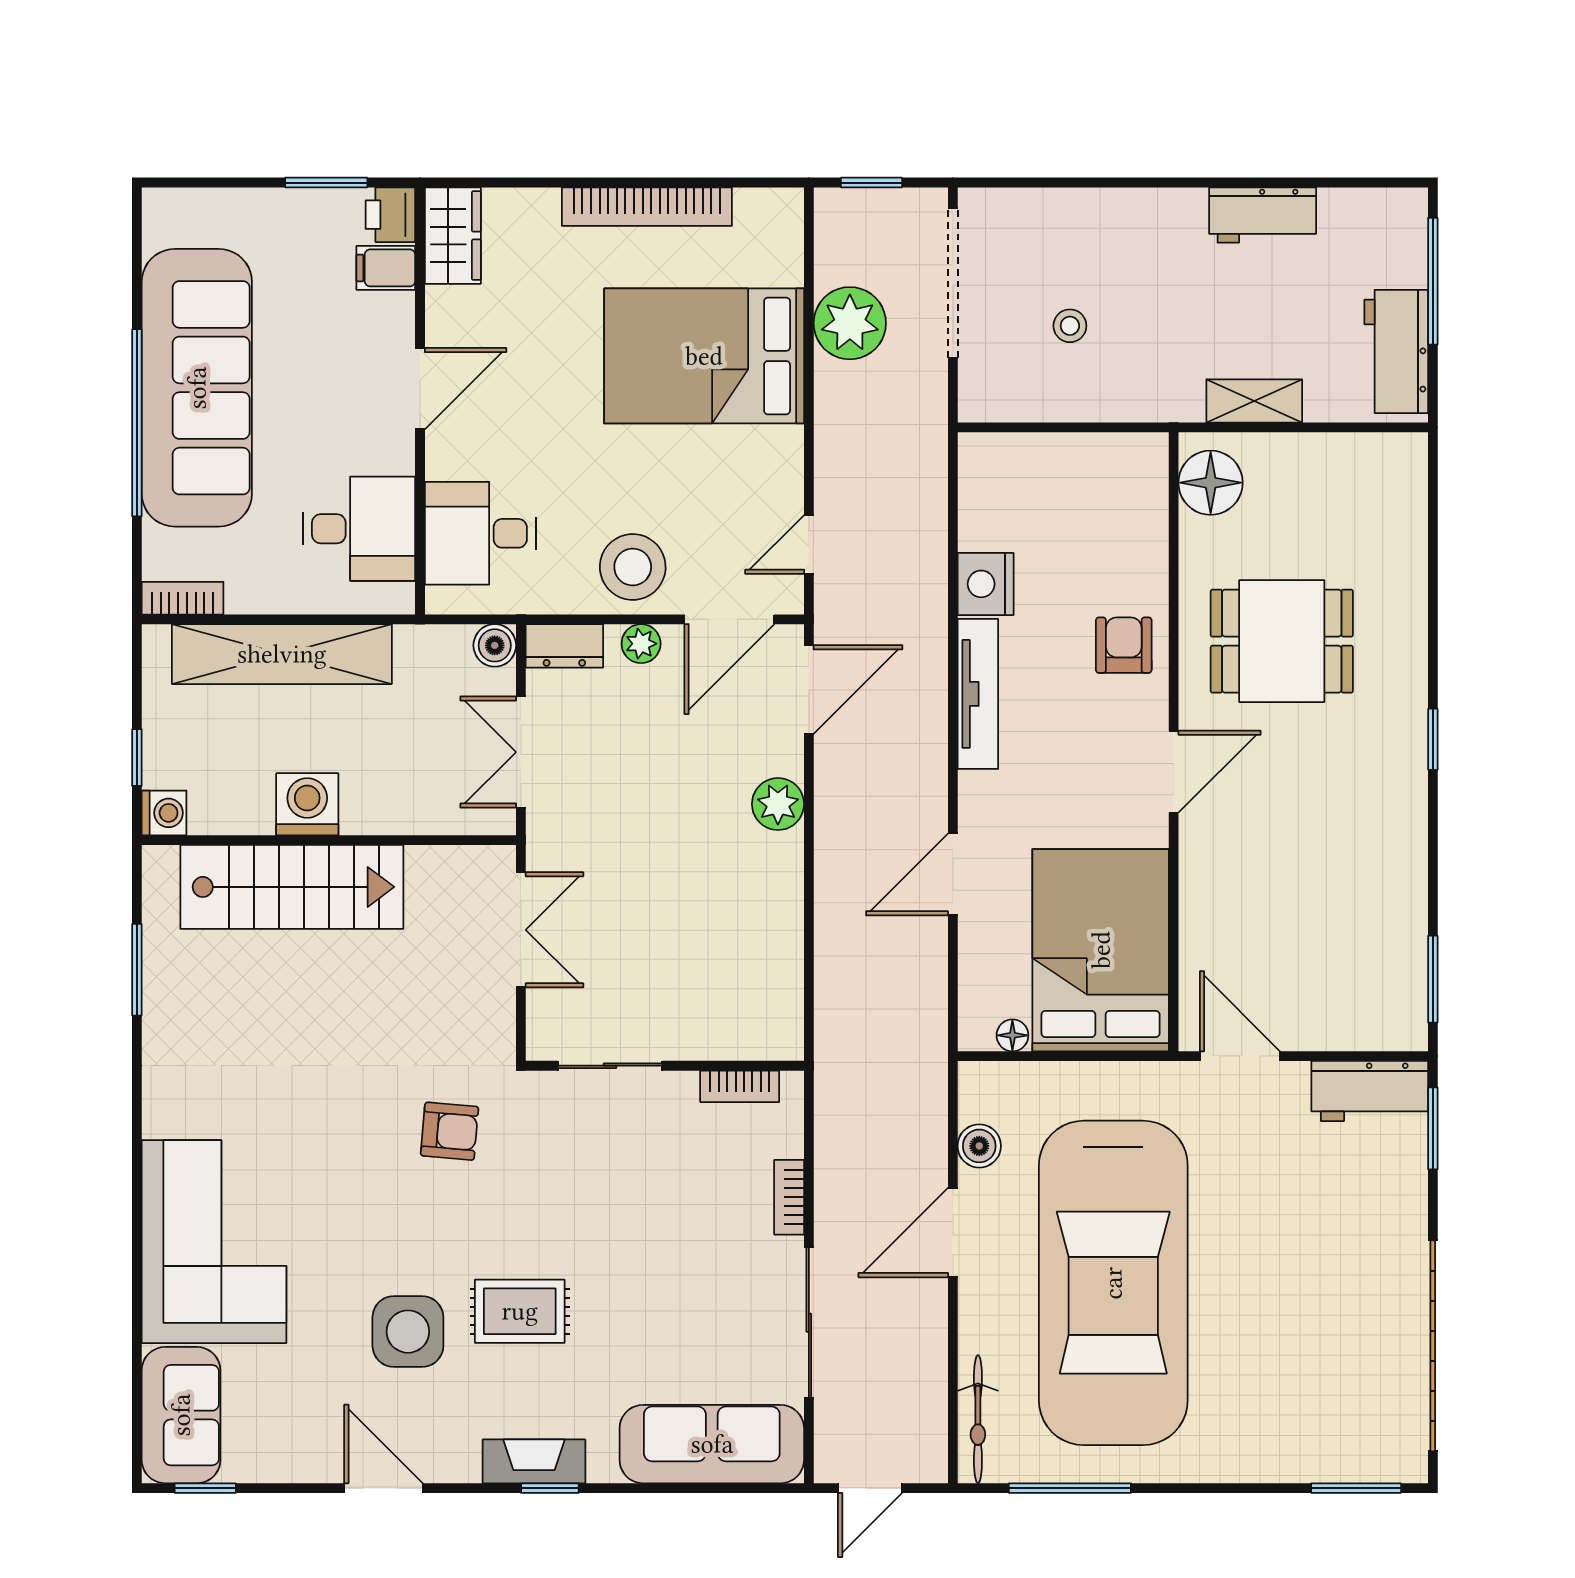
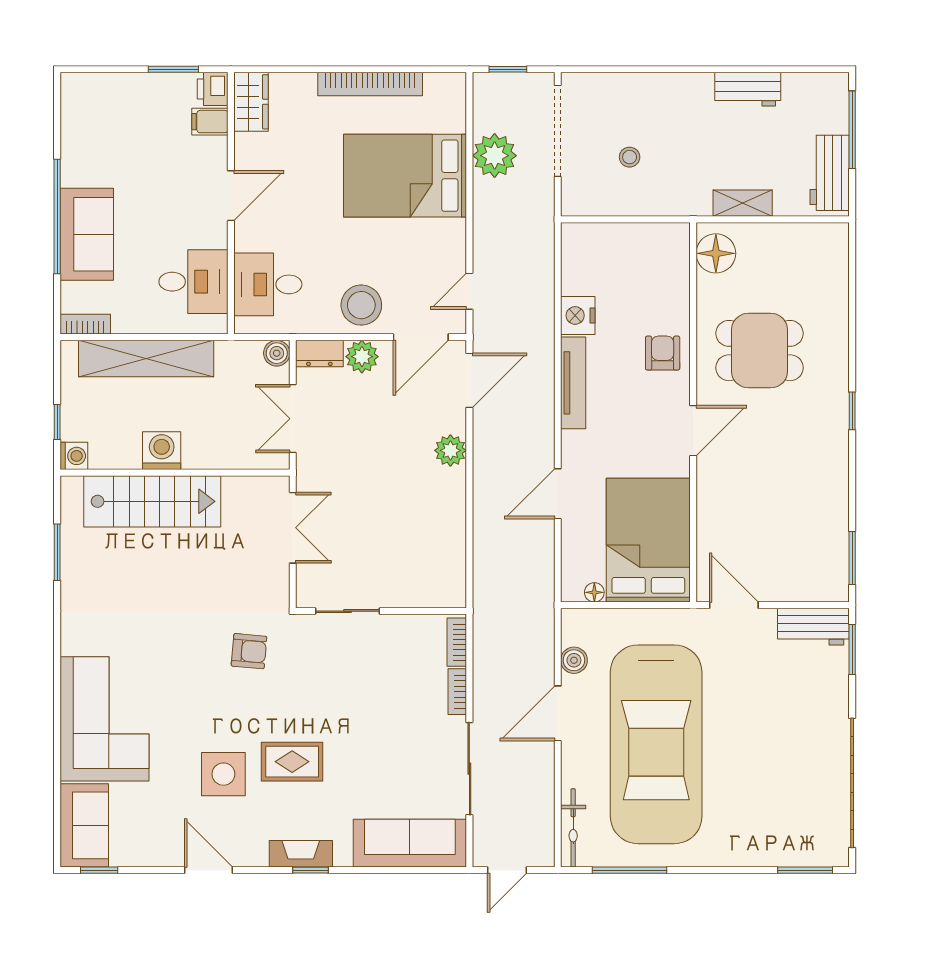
sofa: (197, 388) -> (87, 234), width x0.54, depth x0.79
plant: (641, 644) -> (362, 357), width x1.38, depth x1.38
bookcase: (740, 1086) -> (457, 642), moved, turned 90

